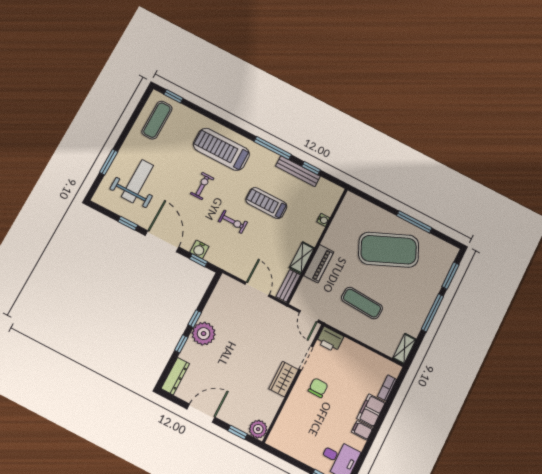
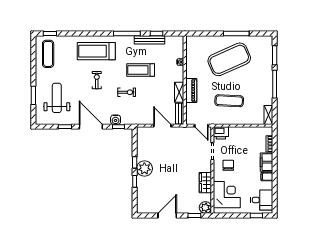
dresser: (175, 376) -> (141, 202), removed
wardrobe: (284, 379) -> (205, 183), moved
corner desk: (296, 427) -> (227, 195), added

